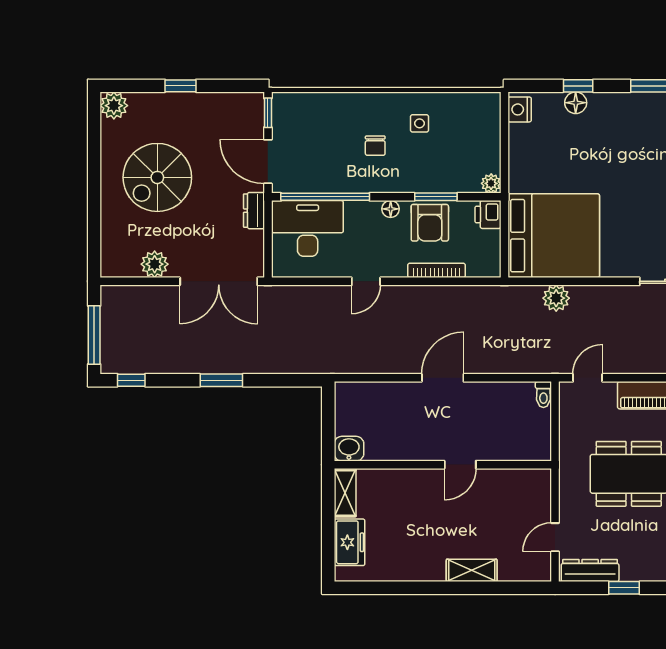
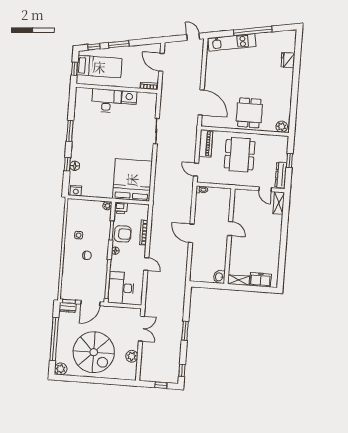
window: (181, 86) -> (54, 339), width x3.17
spiral stairs: (157, 177) -> (94, 352), width x1.37, depth x1.37
dresser: (254, 211) -> (68, 307), moved
double door: (219, 281) -> (141, 329), width x0.73
plant: (556, 298) -> (160, 181), removed
window: (94, 335) -> (161, 385), width x0.46
shelving: (472, 570) -> (279, 203), moved

